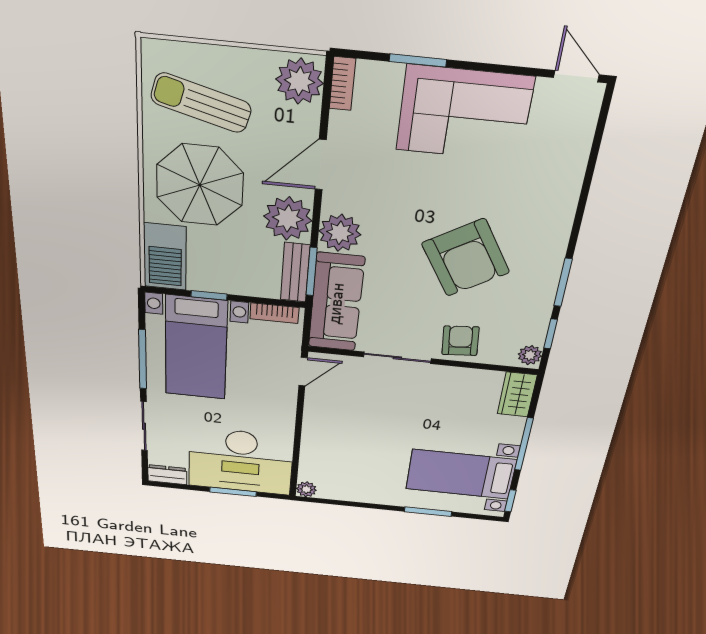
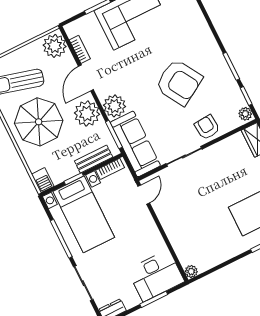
bookcase: (342, 84) -> (80, 49), moved
barbecue: (165, 257) -> (43, 180), width x0.53, depth x0.65
bench: (295, 272) -> (94, 159), moved, turned 90
desk: (241, 461) -> (156, 276), width x0.73, depth x0.77

